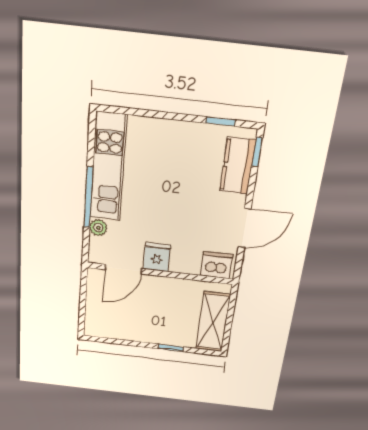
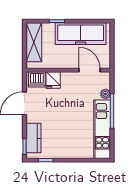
fridge: (157, 257) -> (53, 80), moved
door: (123, 269) -> (89, 70), hinge flipped
freezer: (134, 326) -> (81, 34), added

